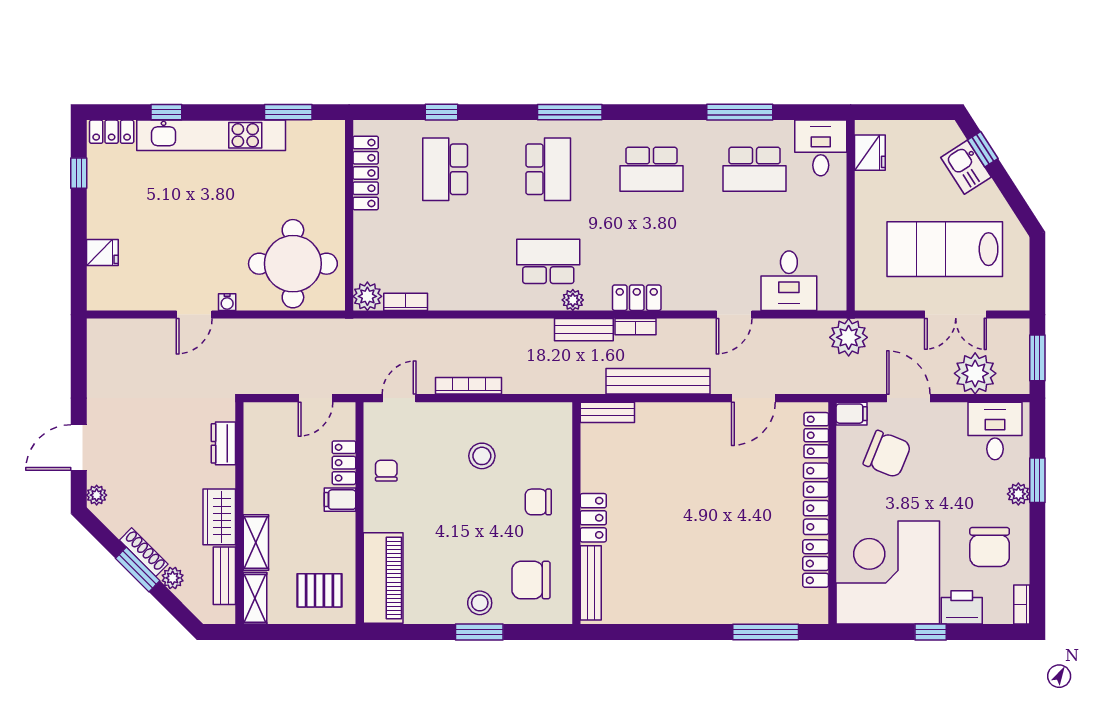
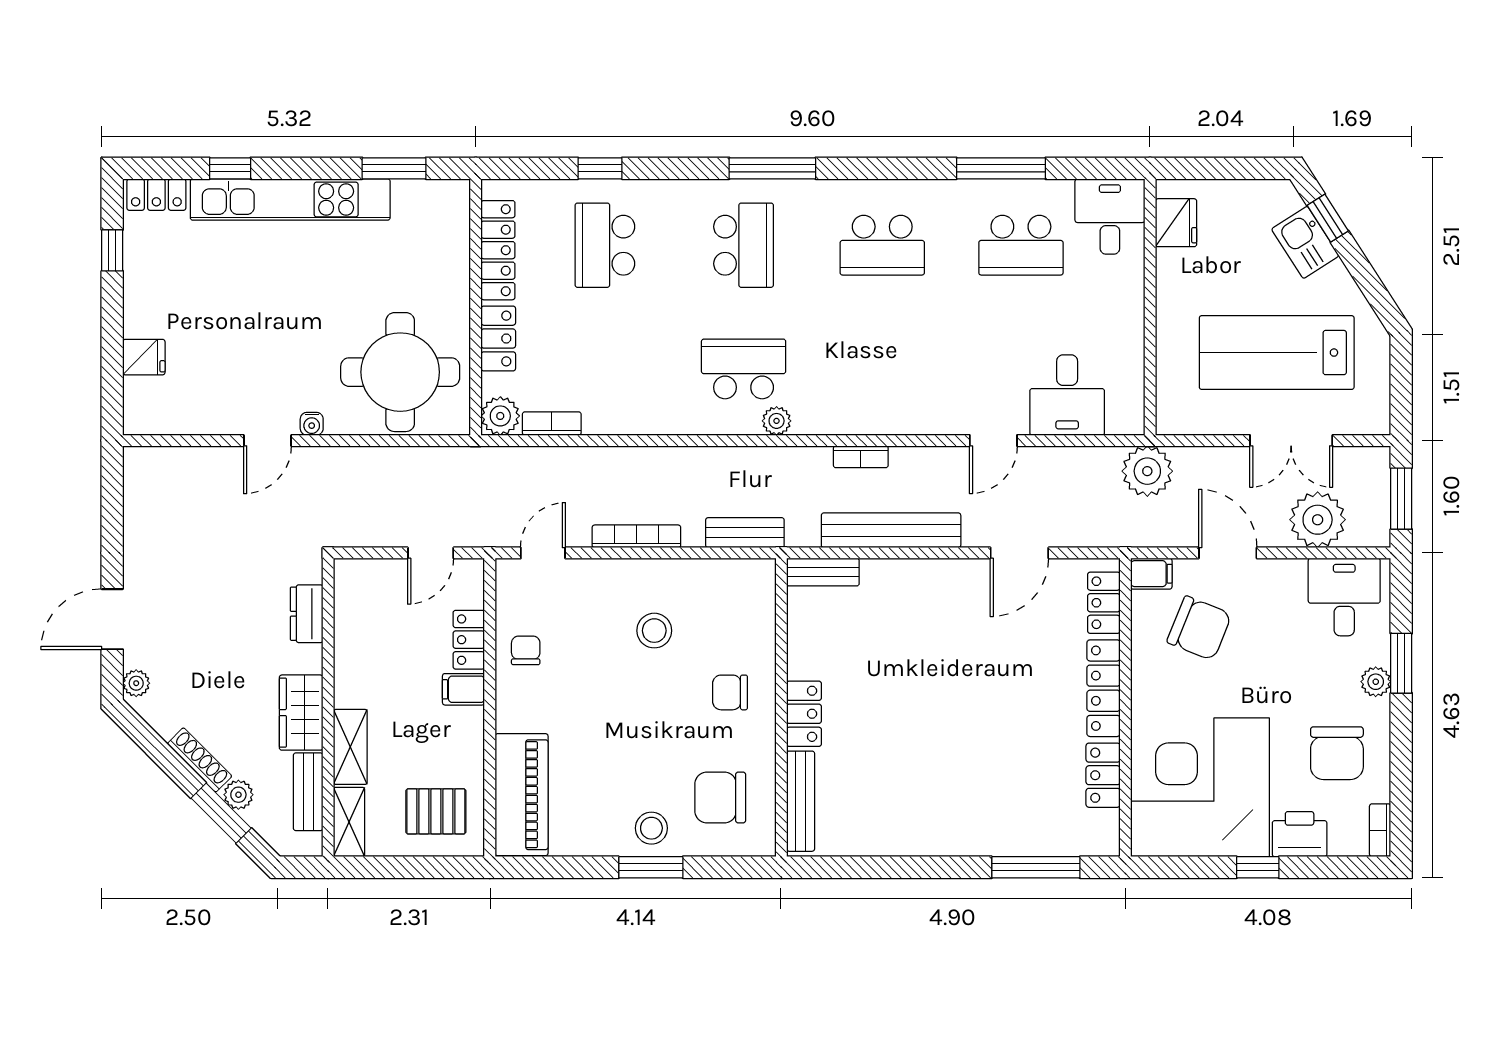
locker: (637, 298) -> (498, 339), moved, turned 90
bench: (584, 330) -> (745, 533), moved
window: (138, 570) -> (221, 813), moved

